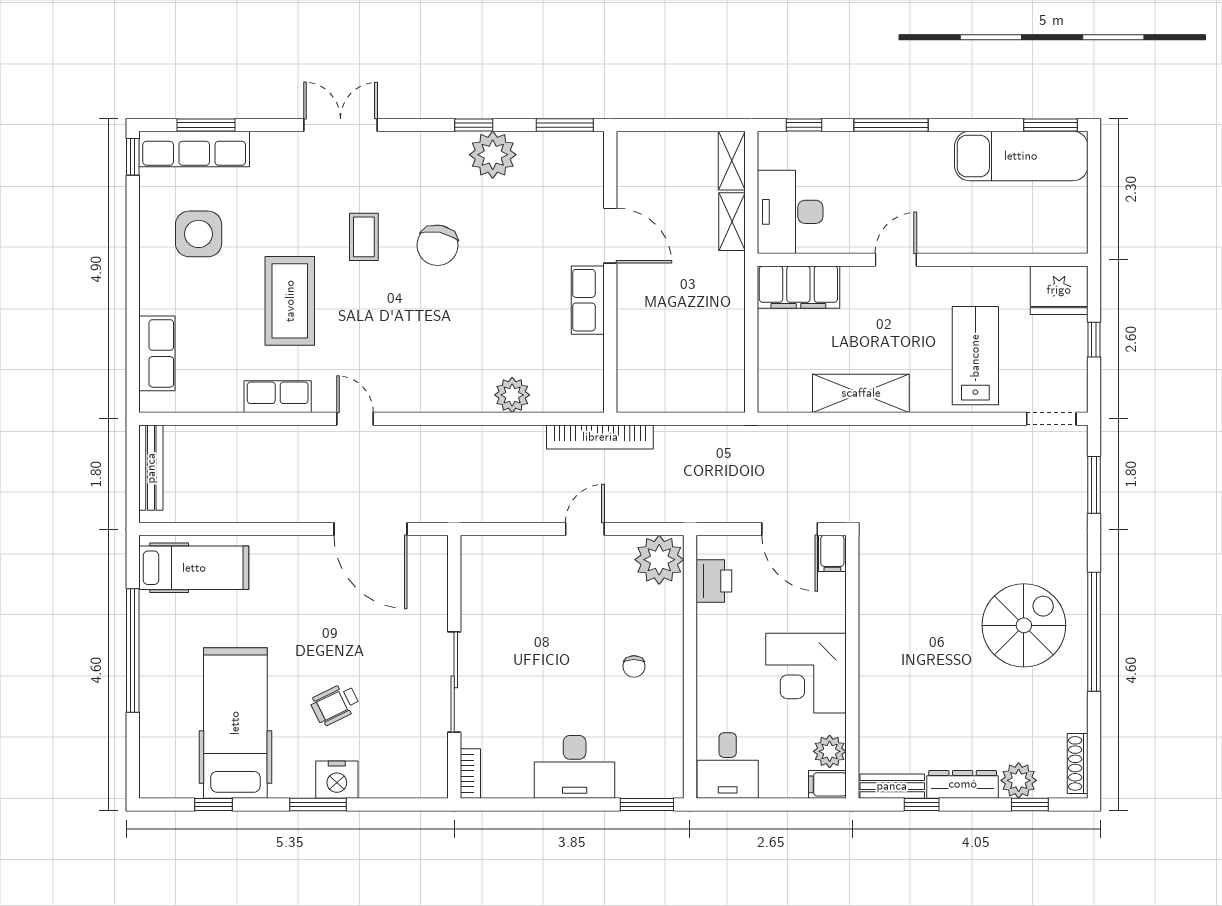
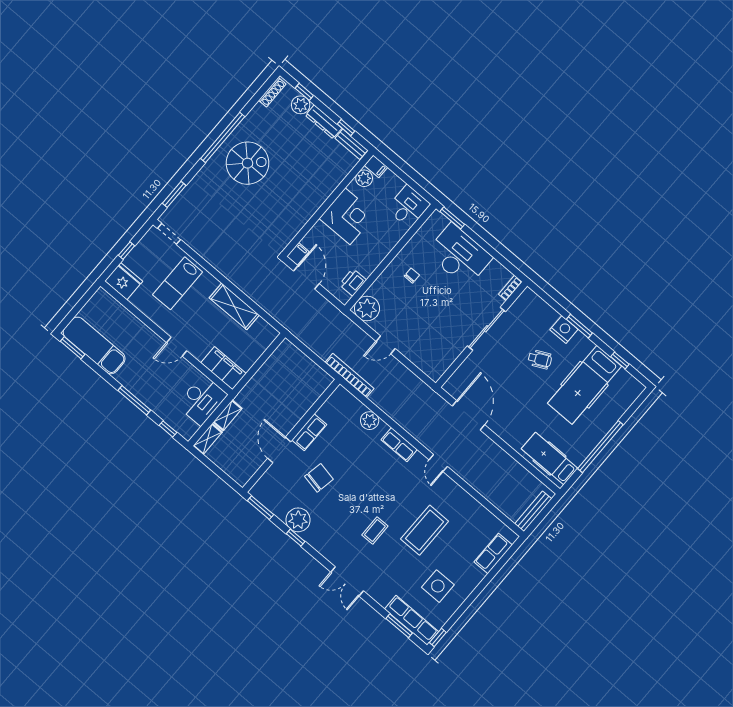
chair: (437, 245) -> (319, 478), moved
row of seats: (278, 397) -> (399, 445), moved
spiral stairs: (1024, 625) -> (248, 163), turned 180
desk: (575, 767) -> (459, 255), width x1.36, depth x1.30

